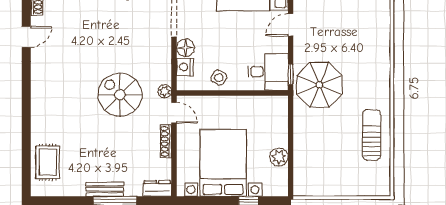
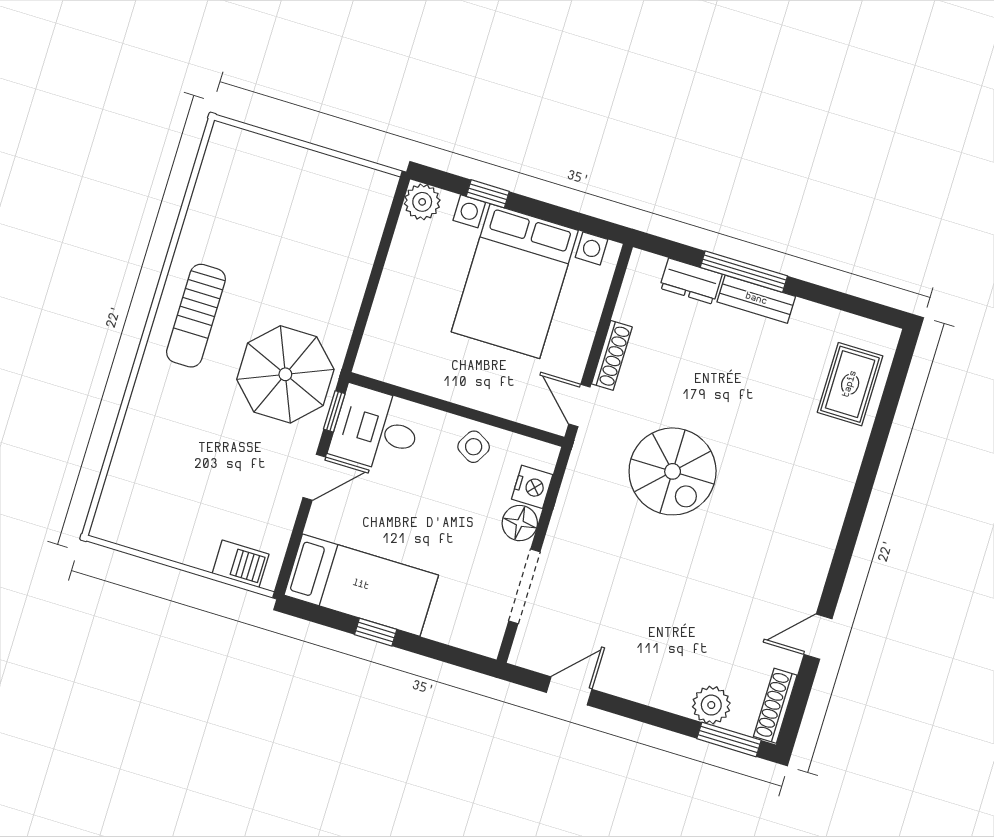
door: (291, 25) -> (314, 477), moved
plant: (165, 91) -> (585, 452), removed
sun lounger: (372, 135) -> (196, 316), moved
plant: (279, 157) -> (422, 202), moved
dresser: (157, 188) -> (691, 281), moved

